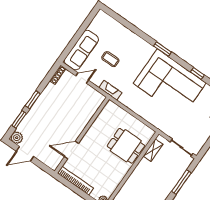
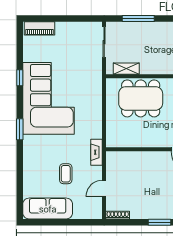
sofa: (81, 50) -> (48, 209), moved
door: (82, 78) -> (104, 188), hinge flipped
dining table: (126, 146) -> (141, 98), width x1.38

